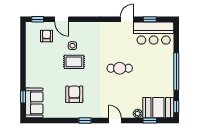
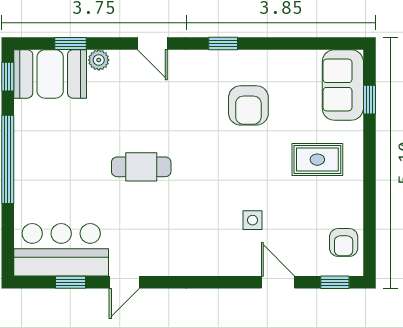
armchair: (47, 36) -> (344, 242), moved
rug: (74, 62) -> (317, 160), moved

